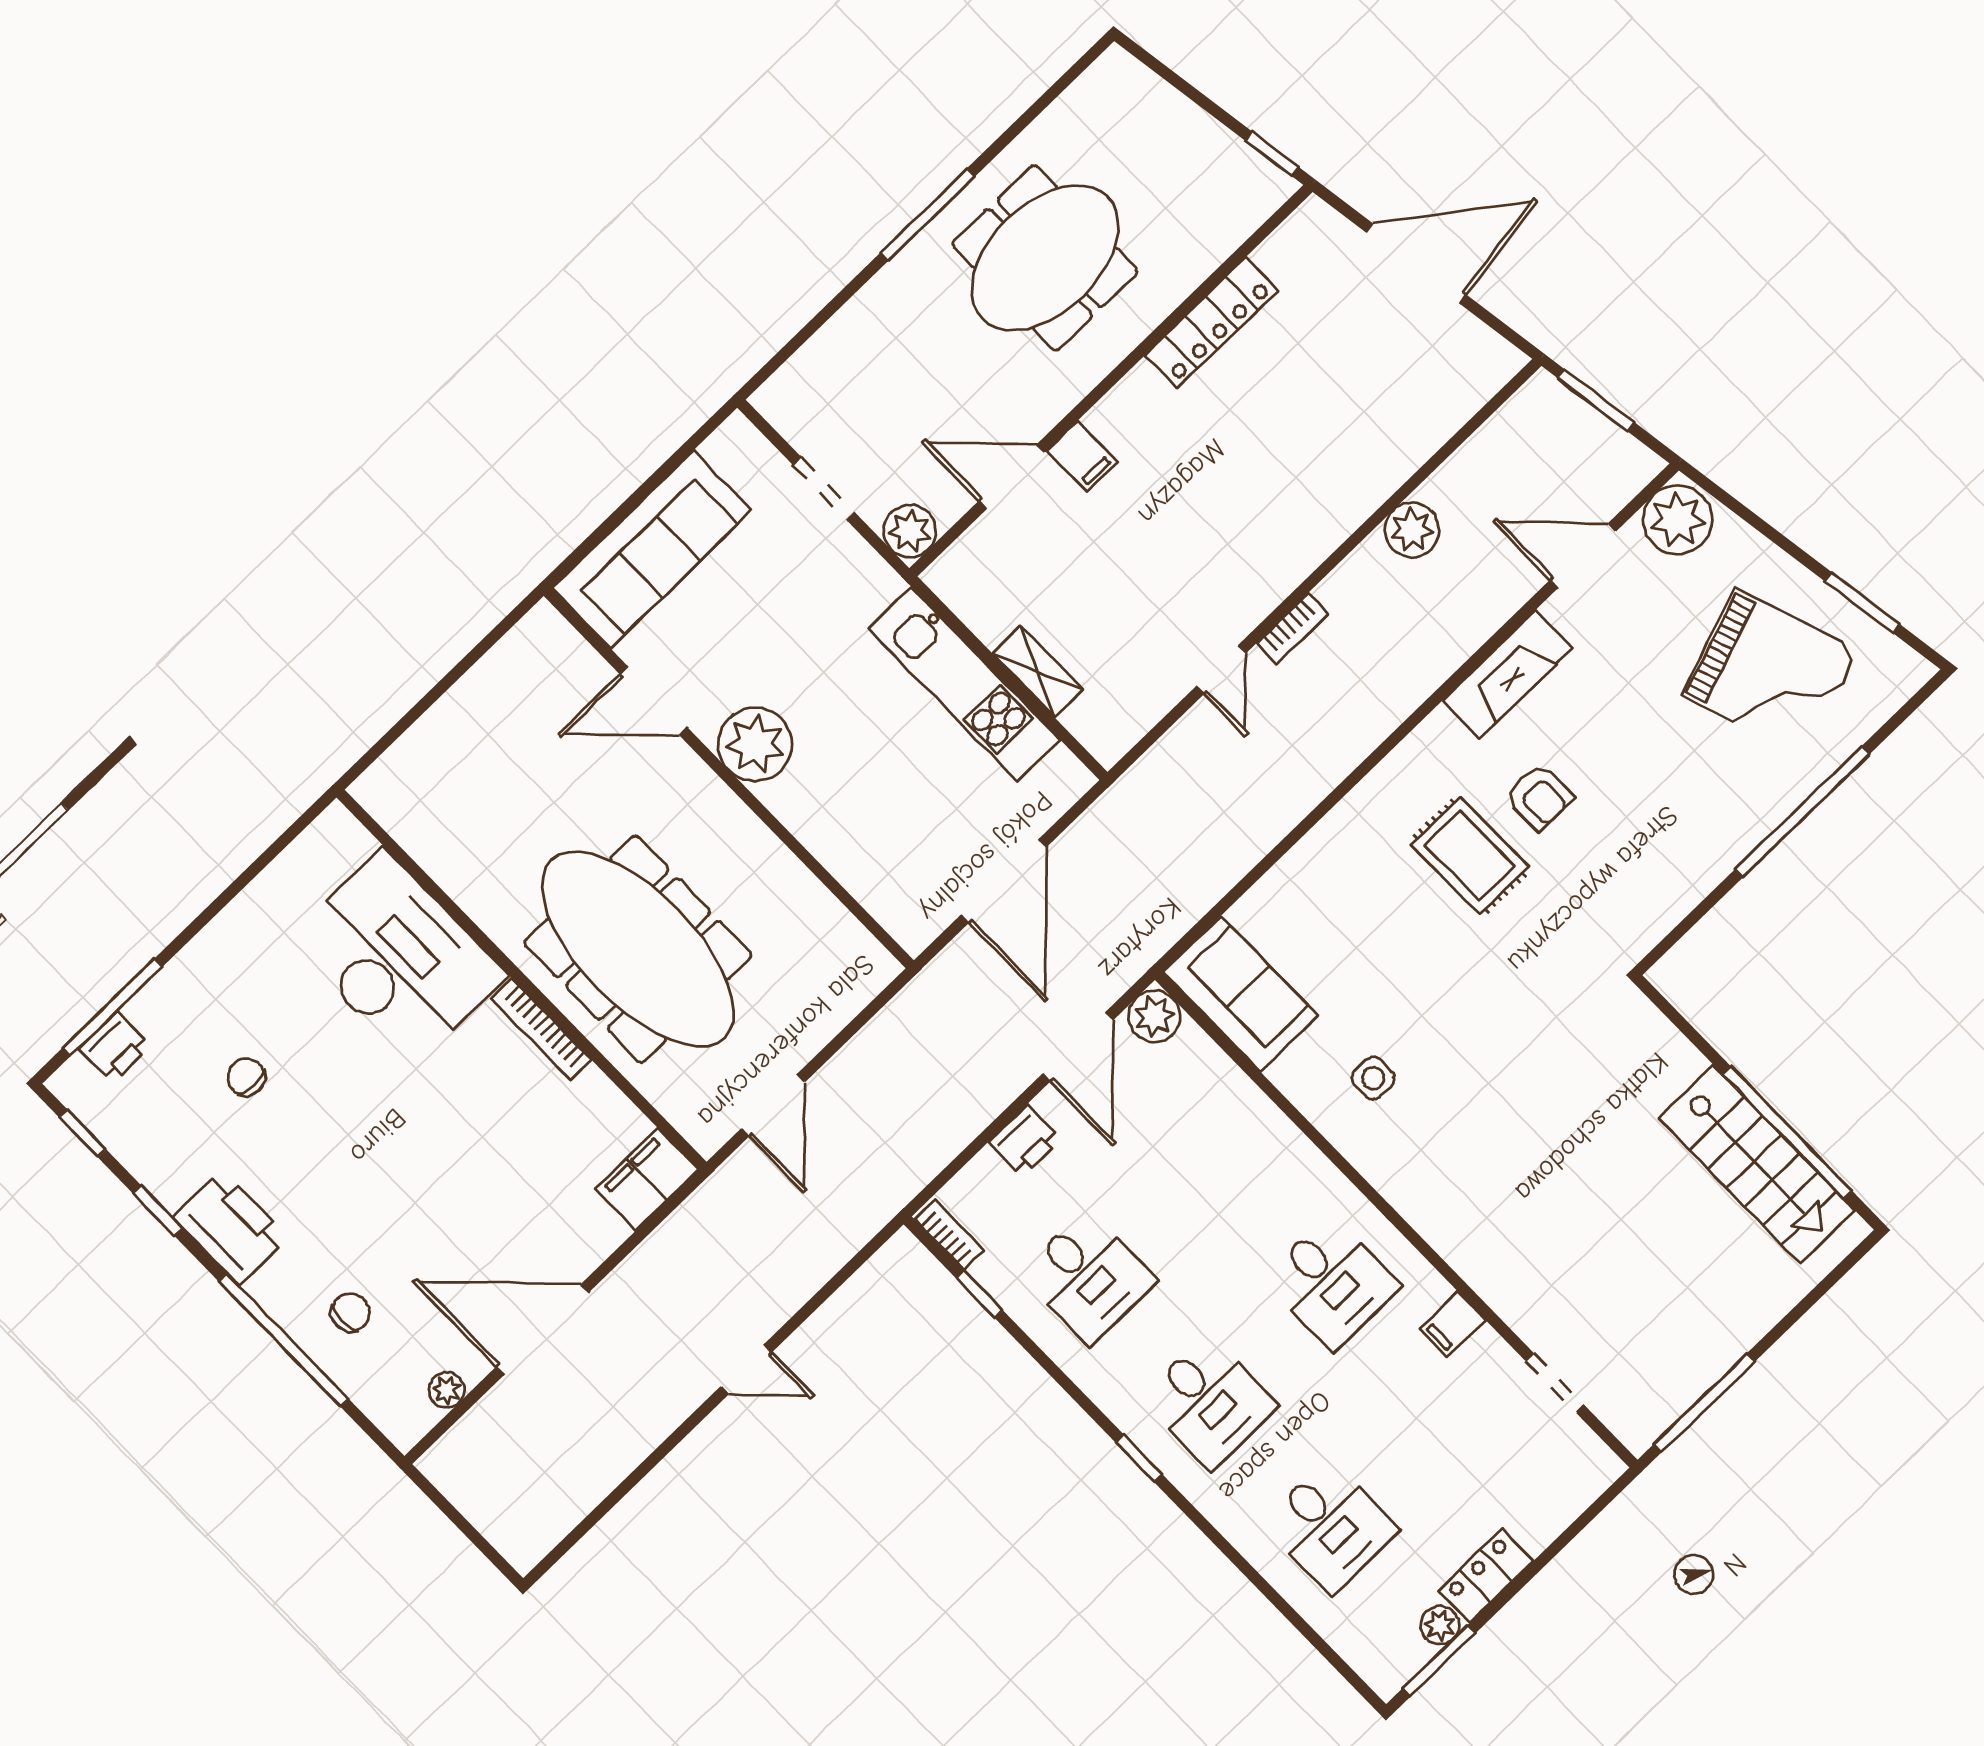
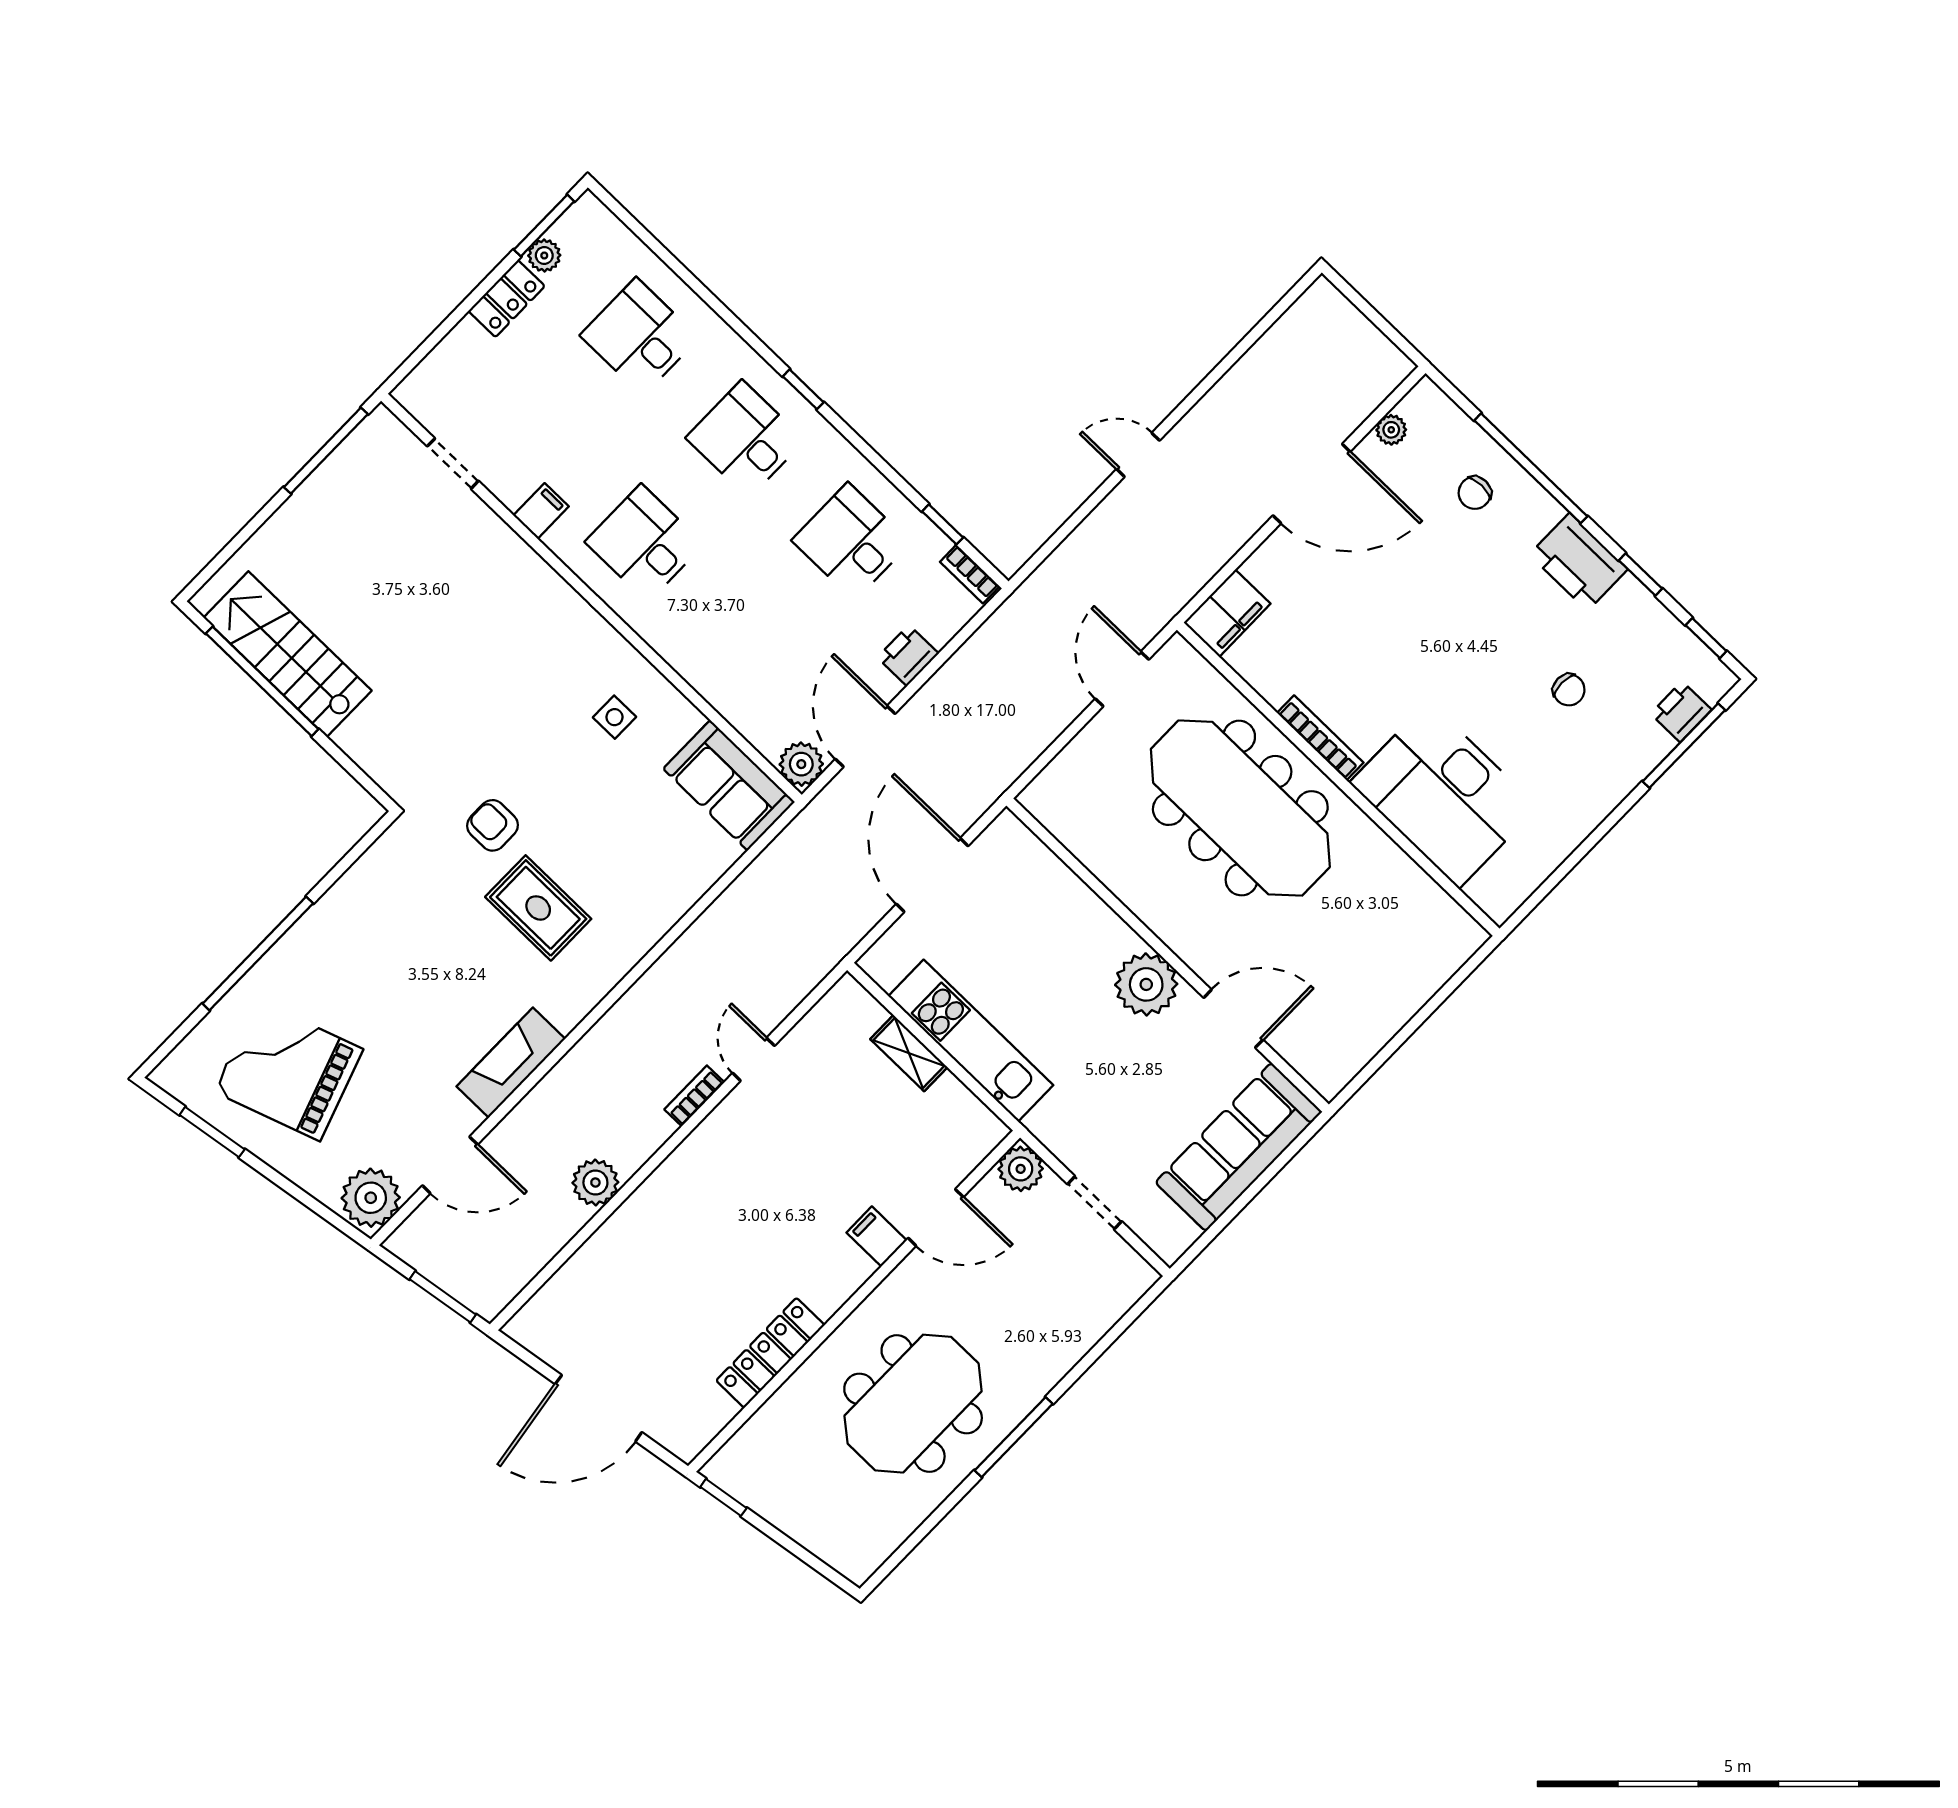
armchair: (1539, 797) -> (493, 825), moved

